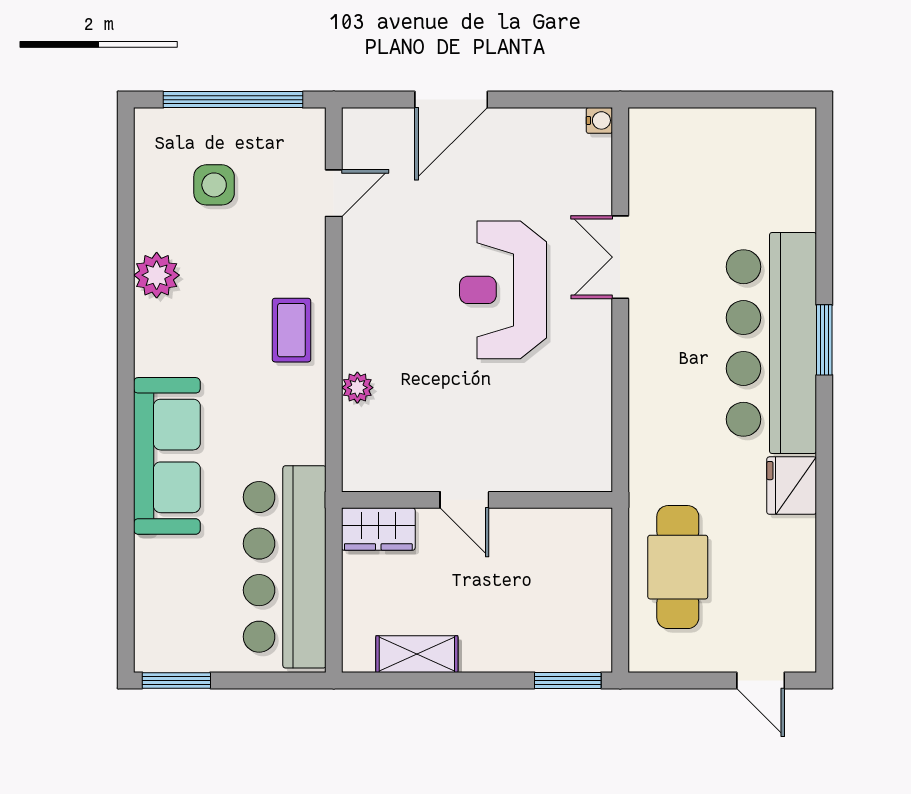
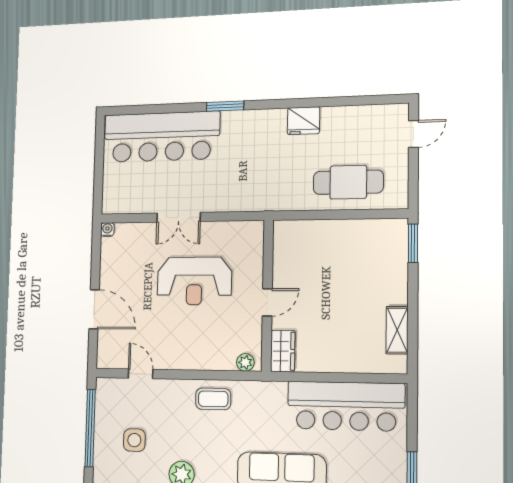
bar counter: (771, 343) -> (162, 137), moved
door: (464, 500) -> (267, 302), moved
wall: (477, 500) -> (267, 295), moved
wardrobe: (378, 529) -> (283, 351), moved

